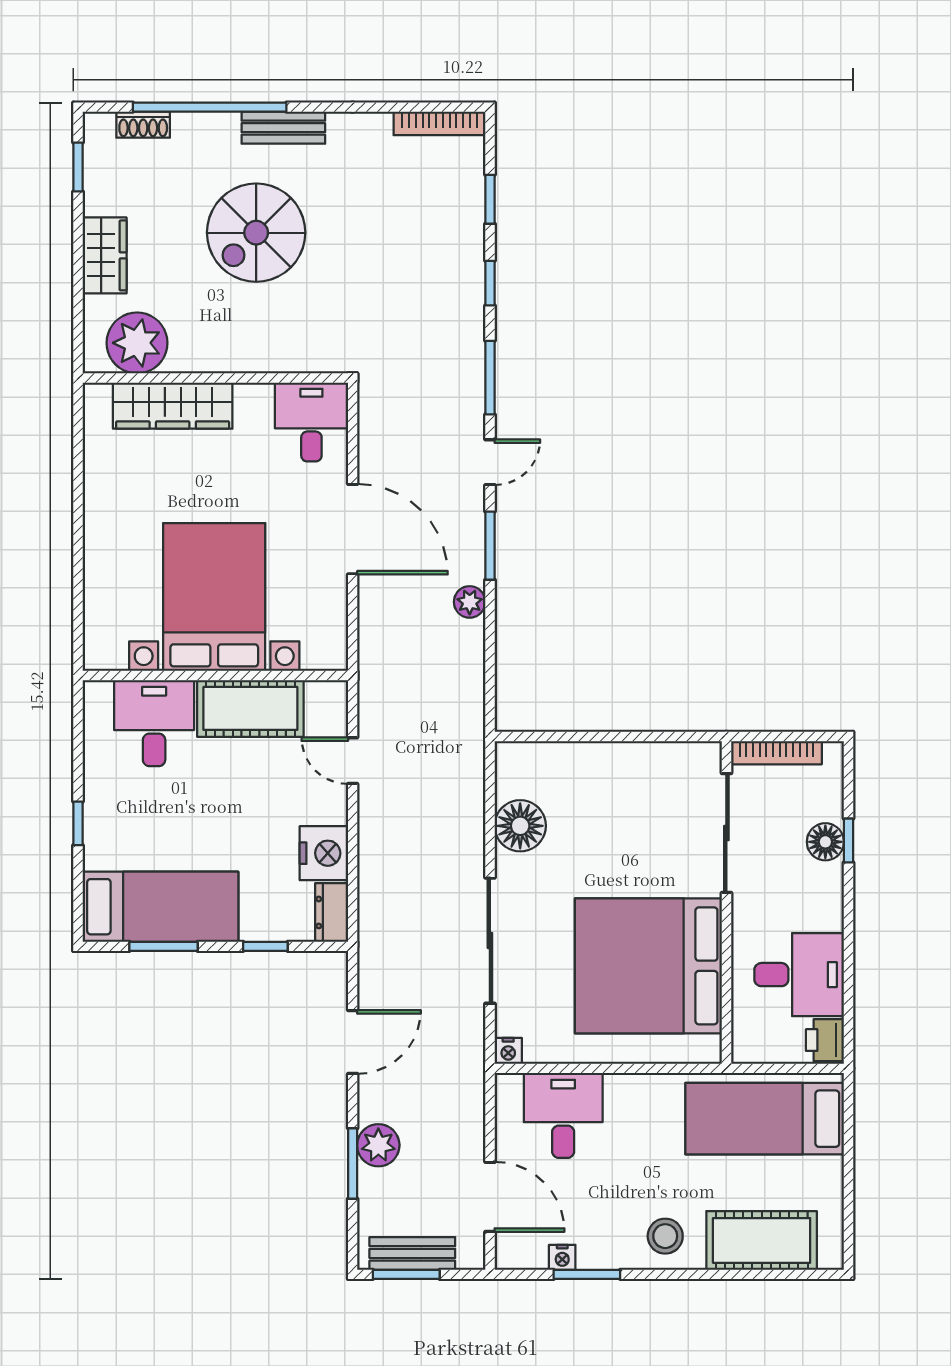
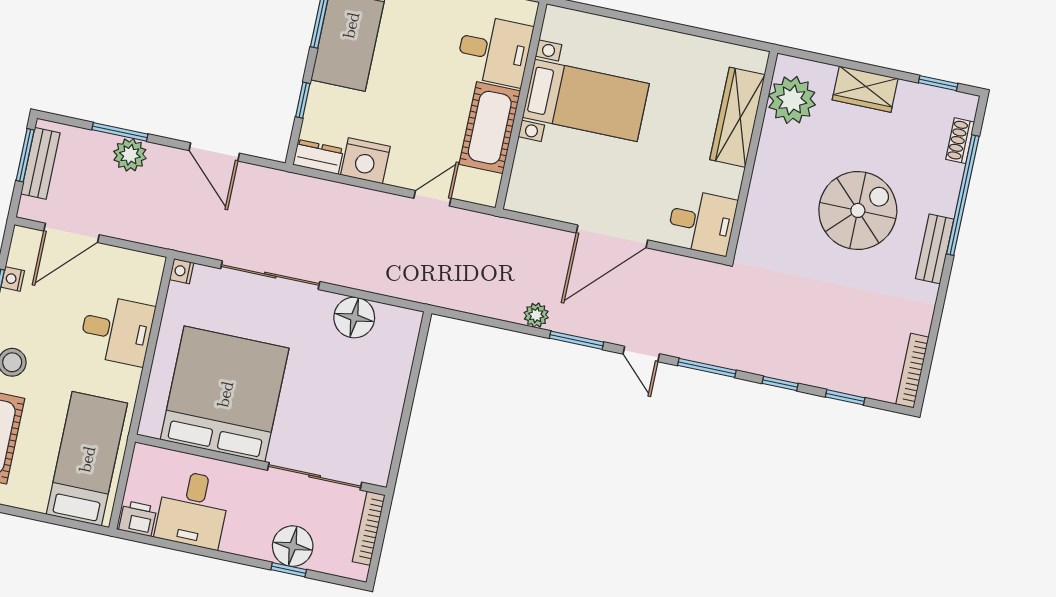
spiral stairs: (256, 233) -> (858, 210), turned 90
bed with nightstands: (214, 597) -> (586, 100), width x0.73
floor lamp: (825, 842) -> (293, 546), width x1.38, depth x1.38
desk: (563, 1115) -> (117, 330), moved

